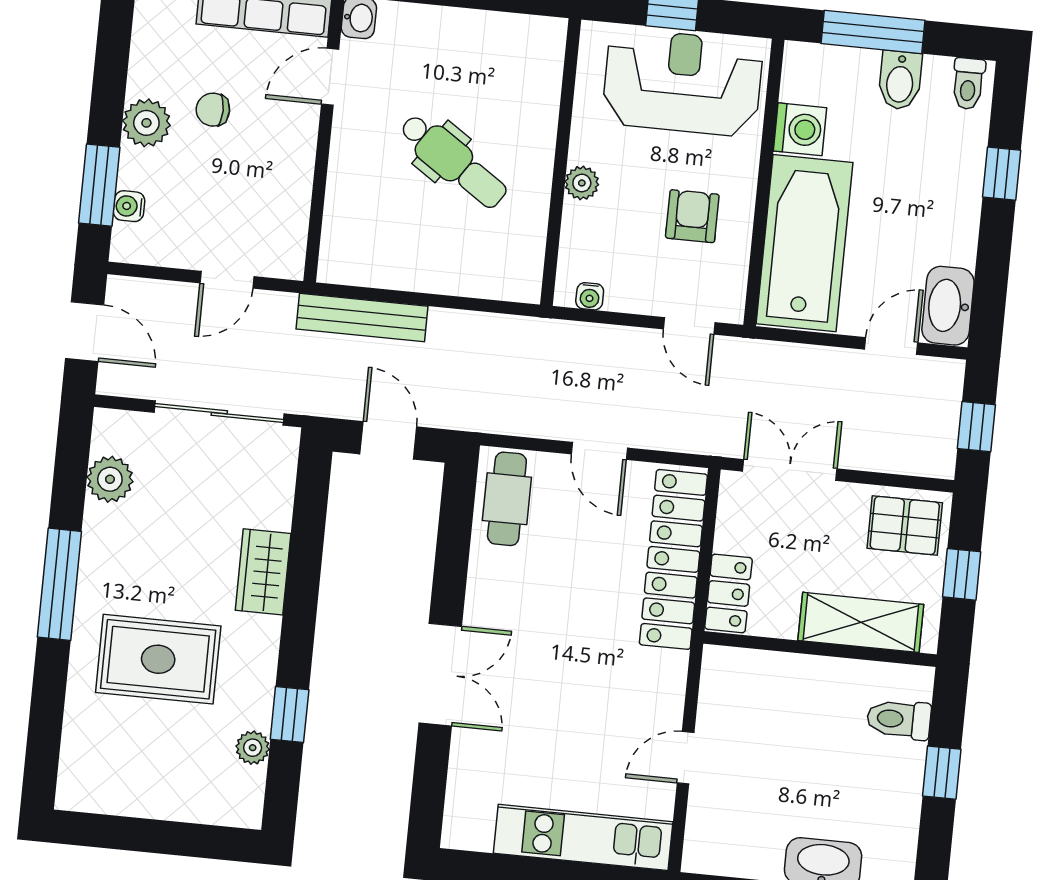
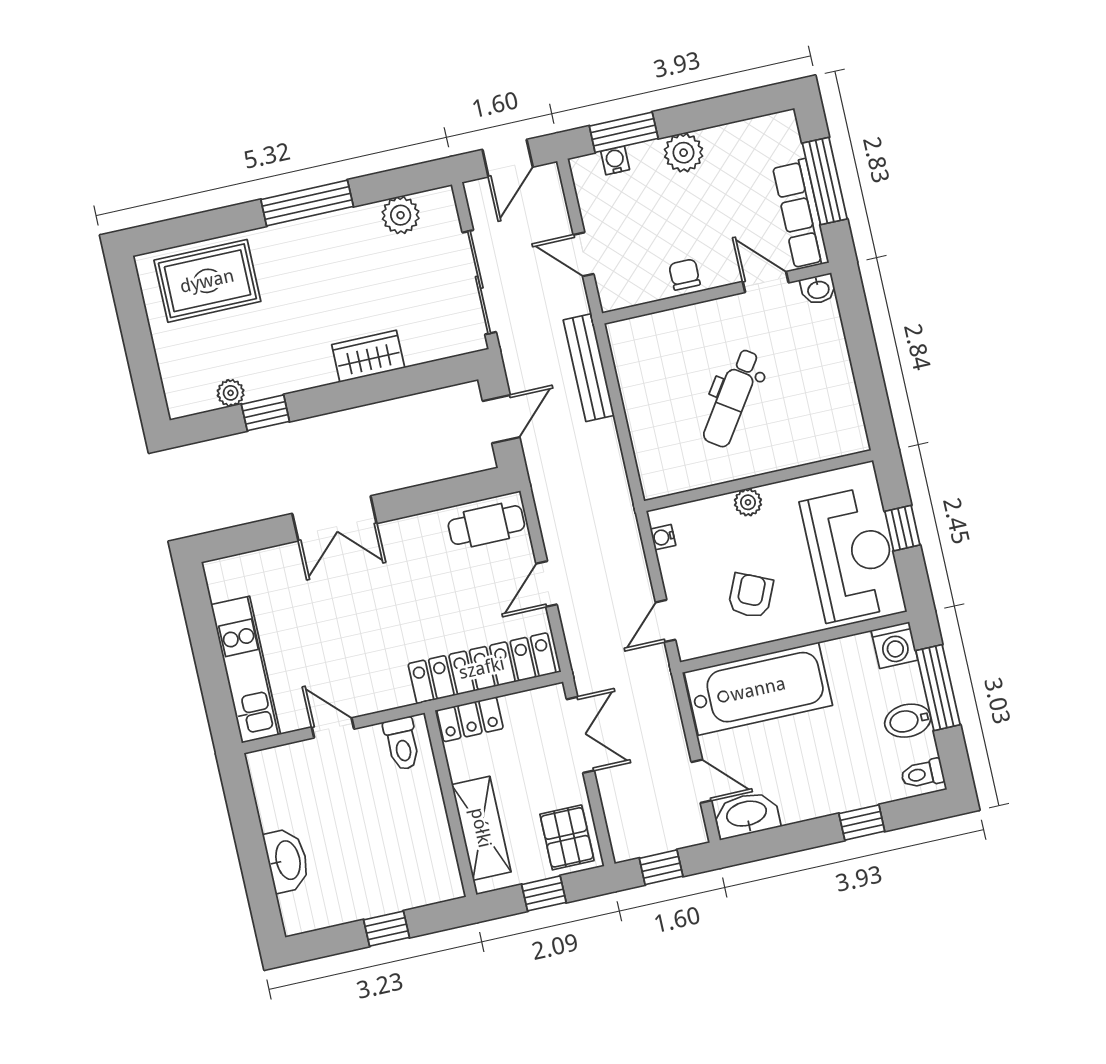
chair: (213, 110) -> (685, 275), moved
washing machine: (800, 129) -> (894, 645), moved
armchair: (692, 216) -> (751, 596), turned -66
rug: (158, 659) -> (207, 281), moved, turned 90
toilet: (899, 719) -> (402, 744), moved, turned 180

